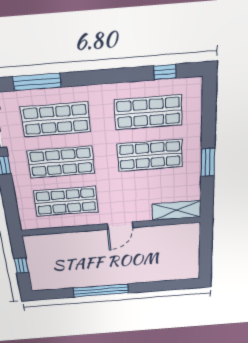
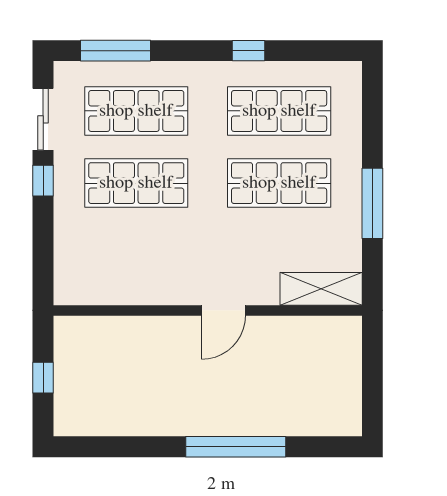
window: (165, 72) -> (248, 51), moved
window: (208, 162) -> (372, 203), width x1.44
shop shelf: (66, 201) -> (136, 255), removed
window: (101, 290) -> (236, 447), moved

